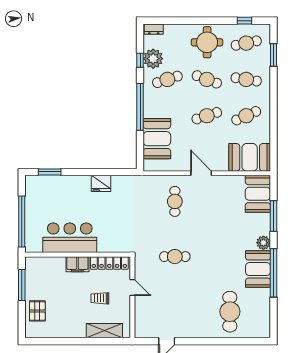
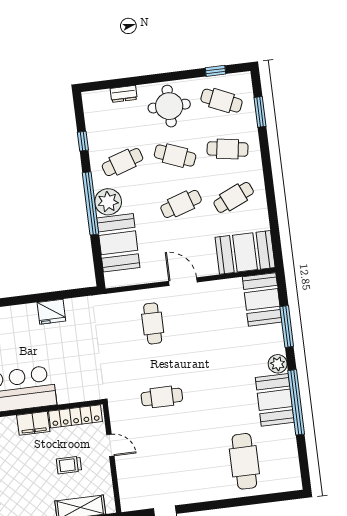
dresser: (154, 29) -> (124, 94), moved
cafe table: (246, 43) -> (222, 101), turned 36
plant: (153, 59) -> (108, 202), moved

